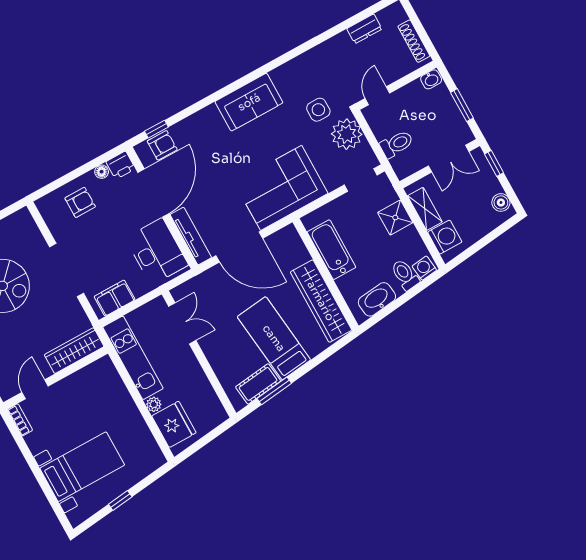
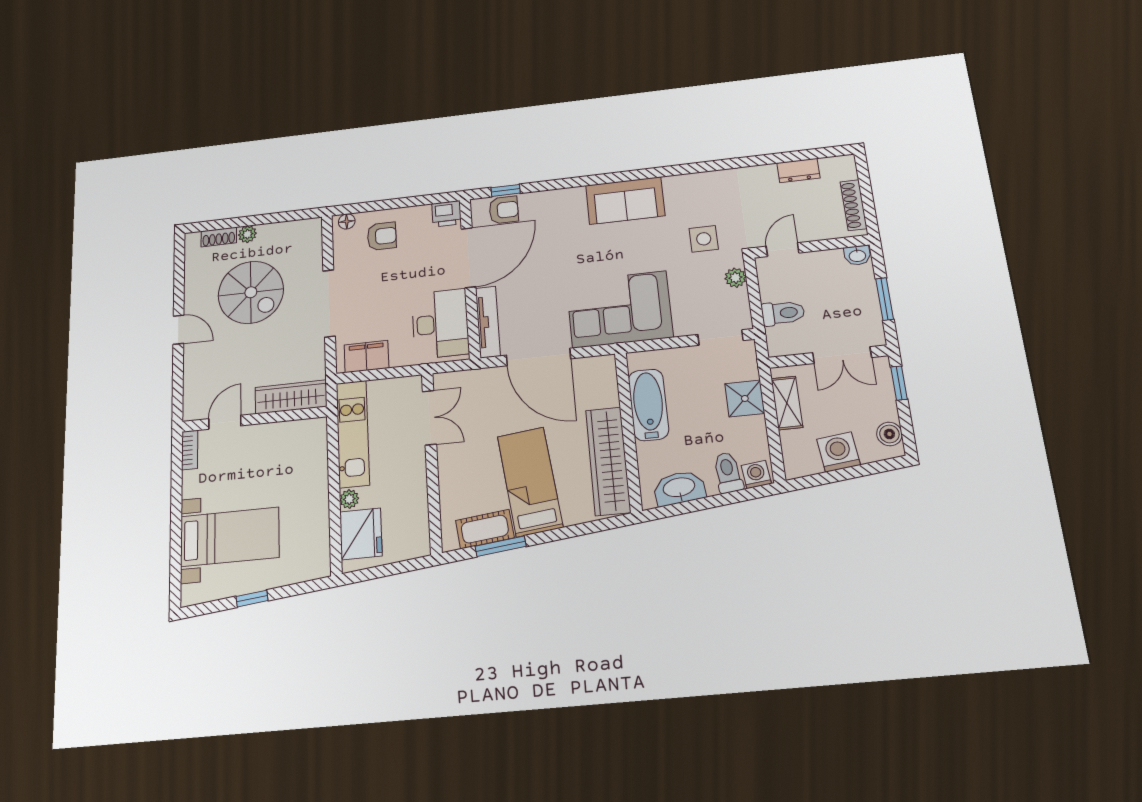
plant: (347, 134) -> (735, 278), width x0.53, depth x0.53
floor lamp: (102, 172) -> (347, 221), moved
washing machine: (445, 237) -> (838, 452), moved, turned -97

